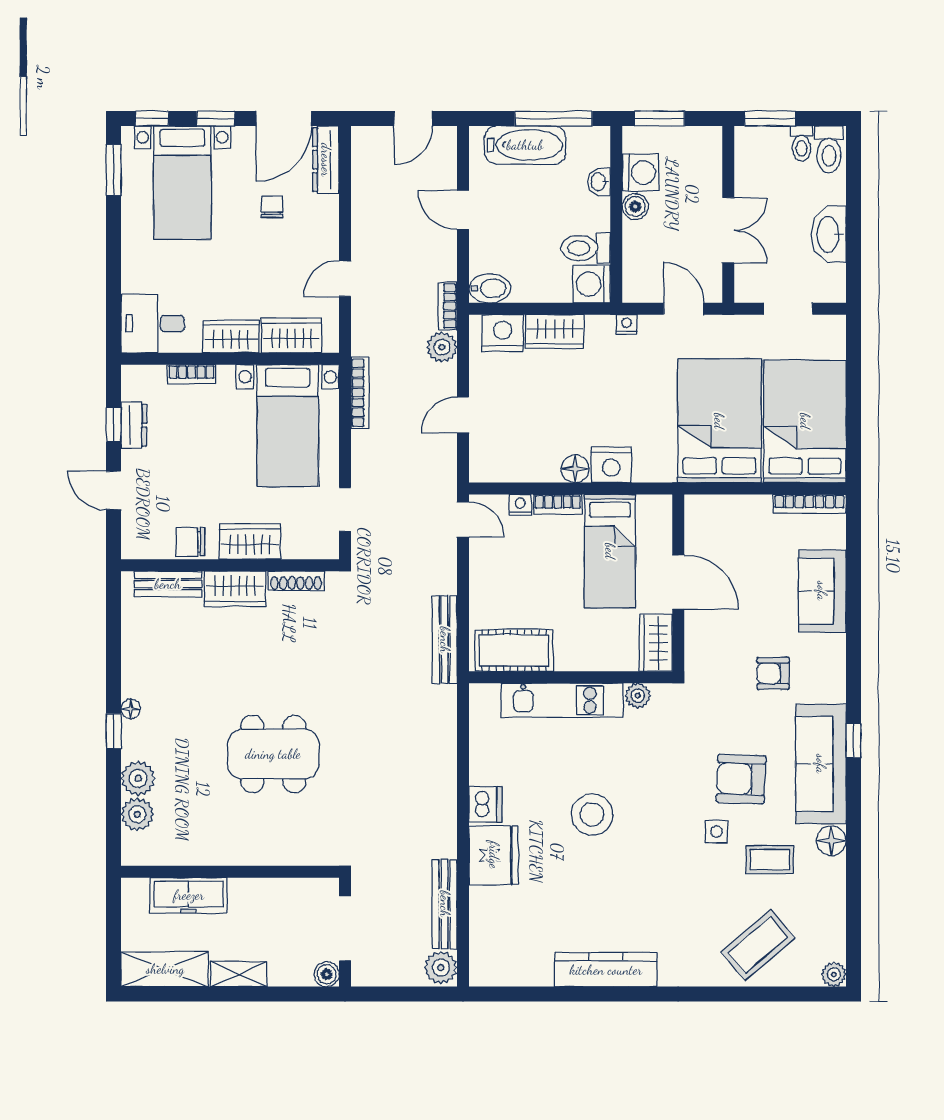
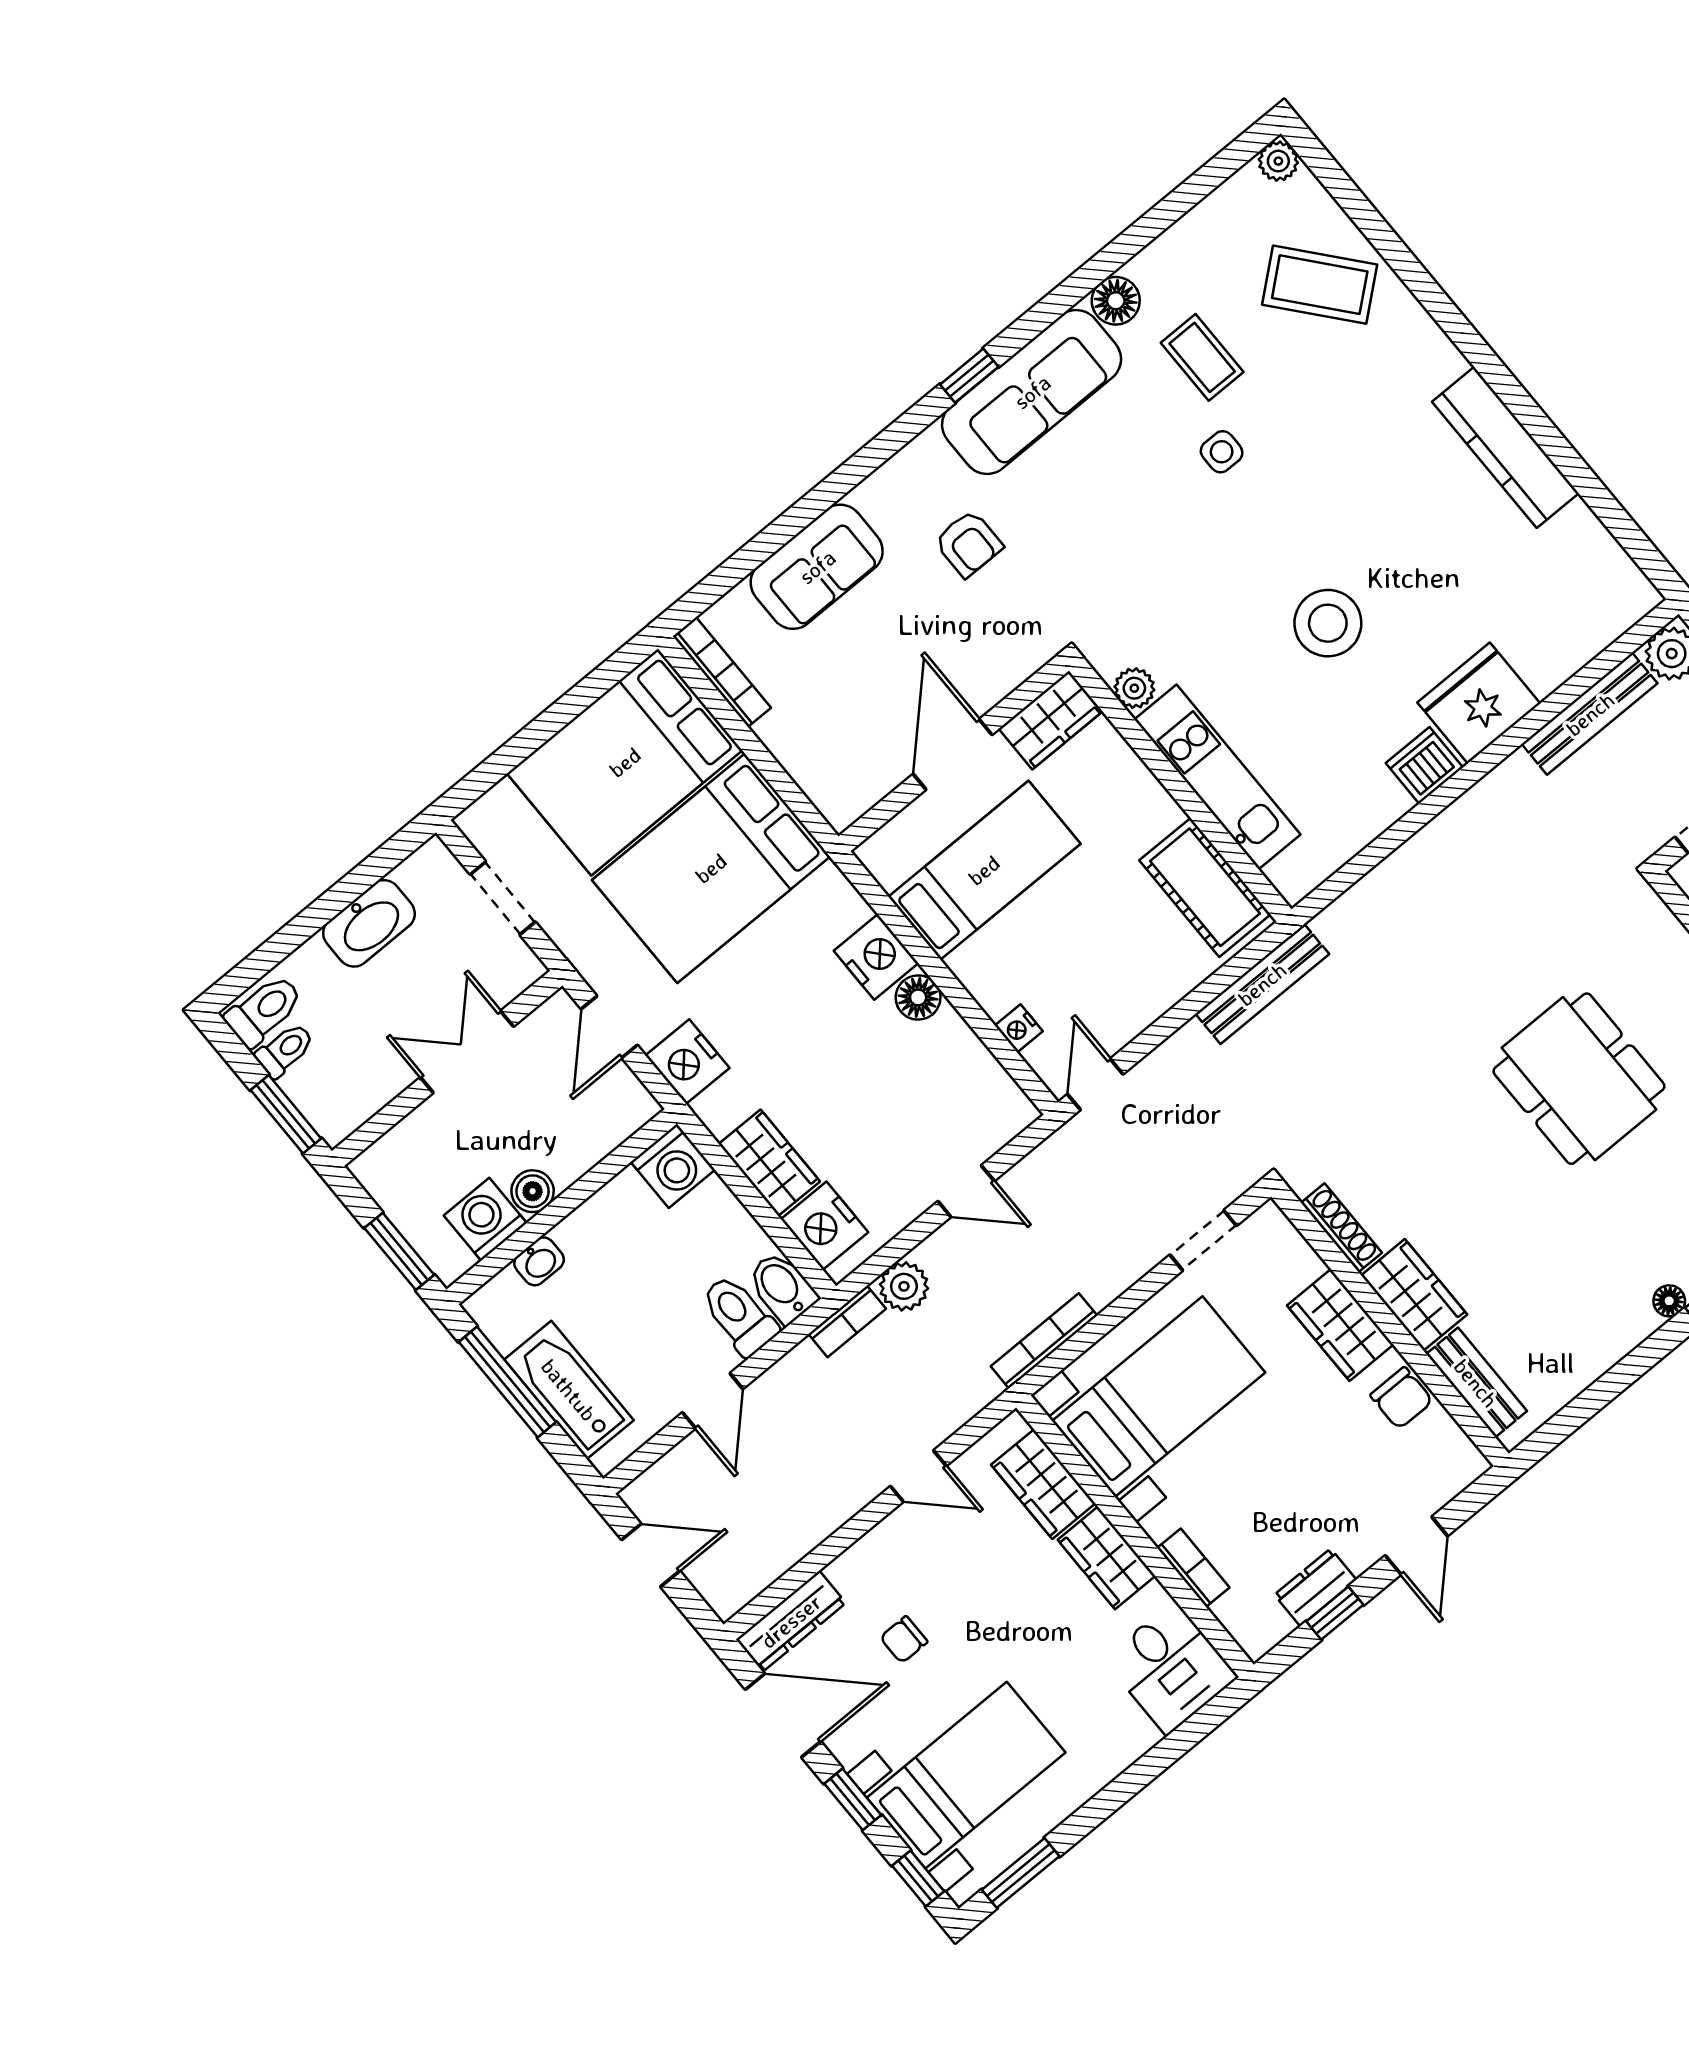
toilet: (586, 248) -> (739, 1315), moved, turned 180
nightstand: (627, 325) -> (687, 1062), width x1.89, depth x1.79
bookcase: (558, 504) -> (979, 983), removed
armchair: (741, 779) -> (1132, 475), removed

